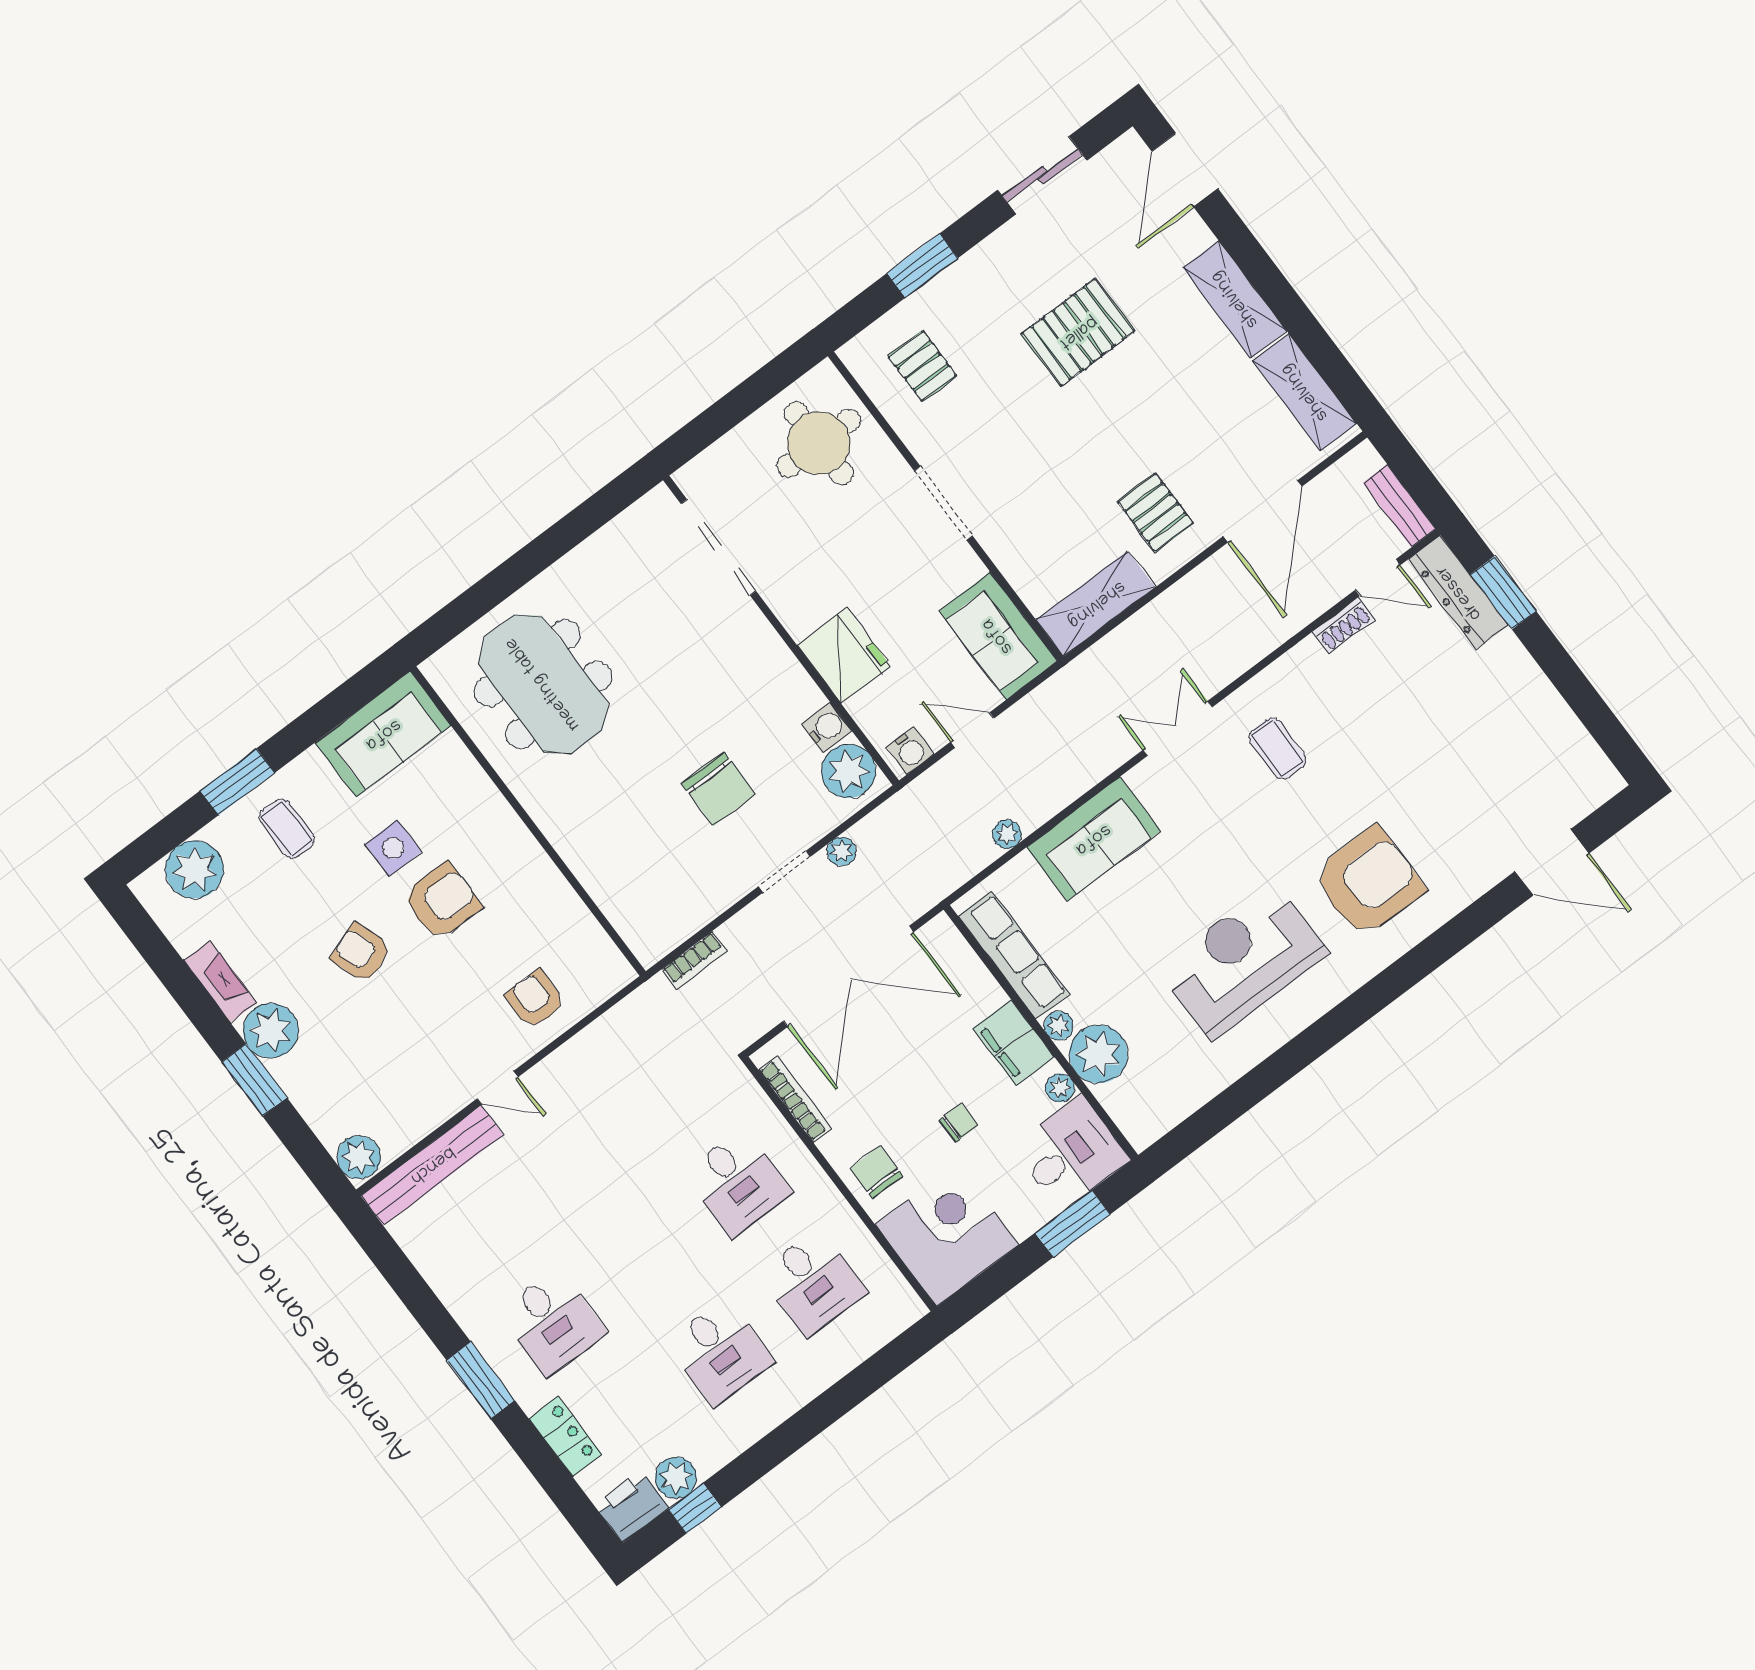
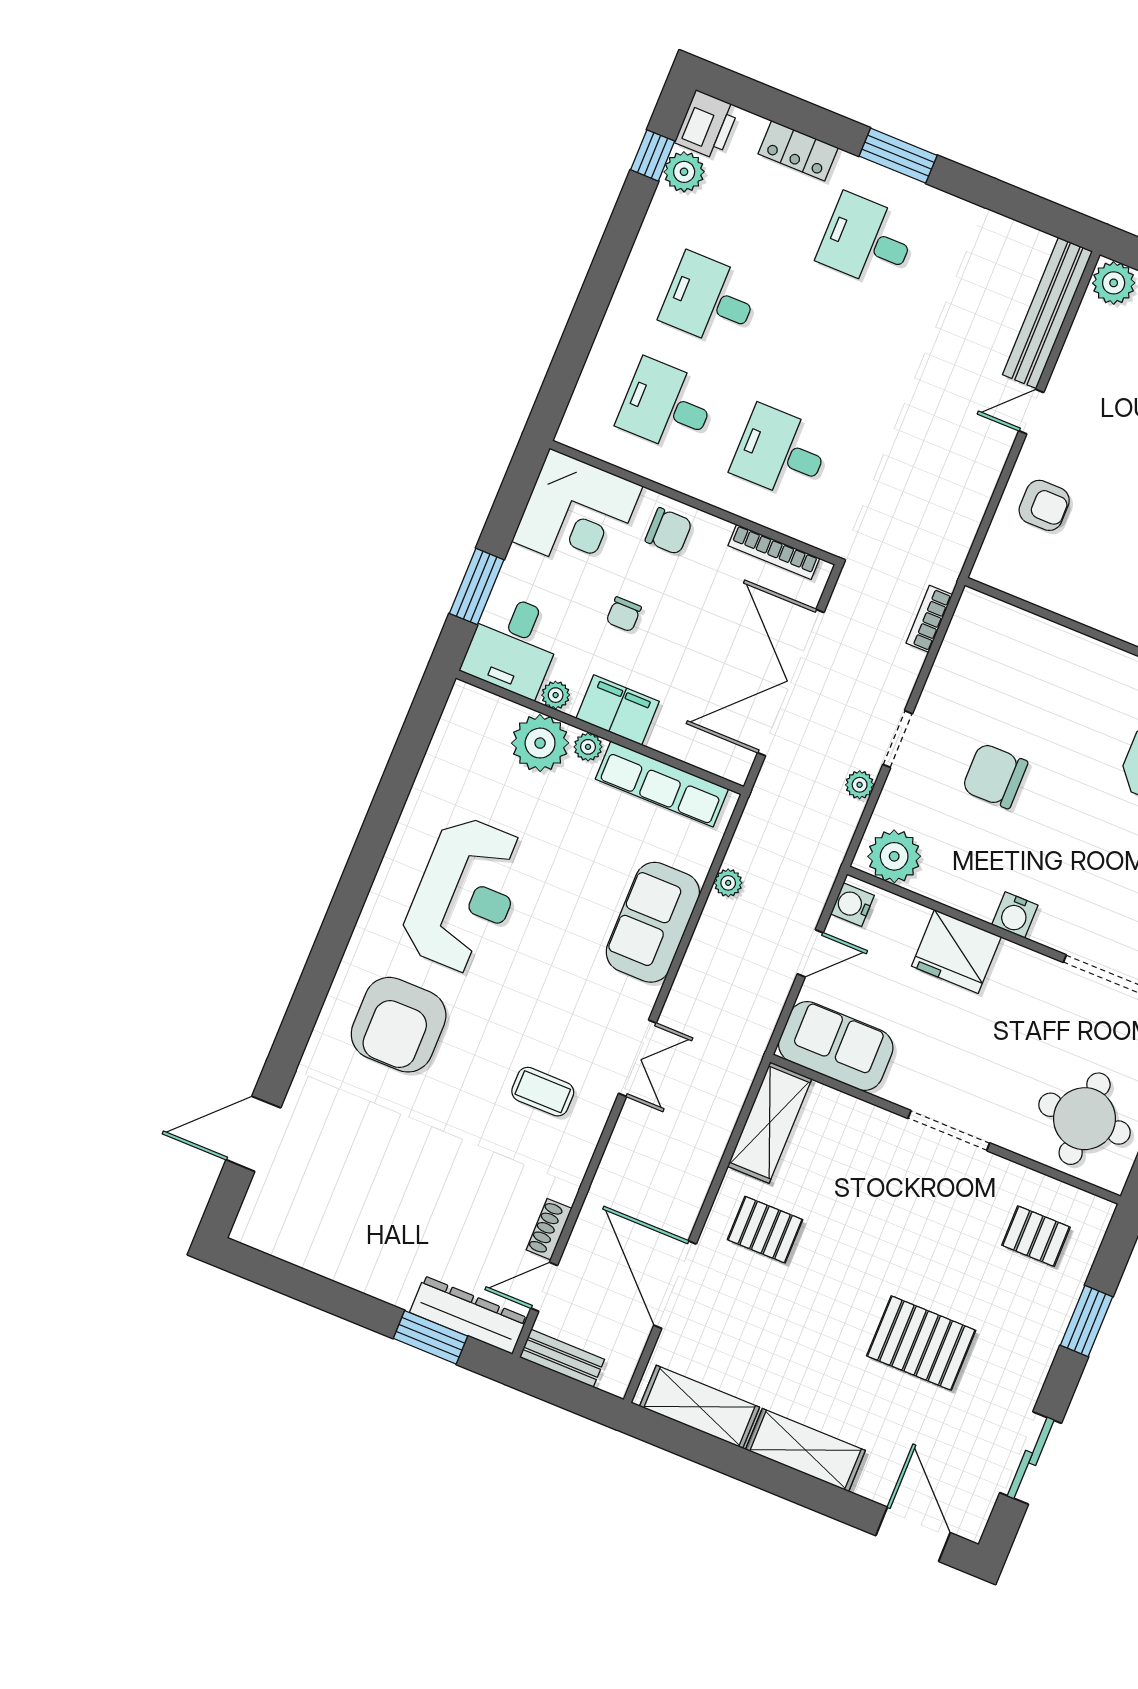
pallet: (1078, 332) -> (921, 1343), turned 90
water cooler: (827, 727) -> (1015, 915), moved

